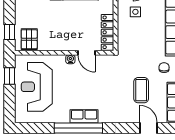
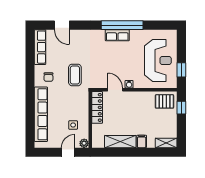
pallet: (29, 39) -> (164, 101), turned 90
coffee table: (141, 90) -> (75, 75), moved

